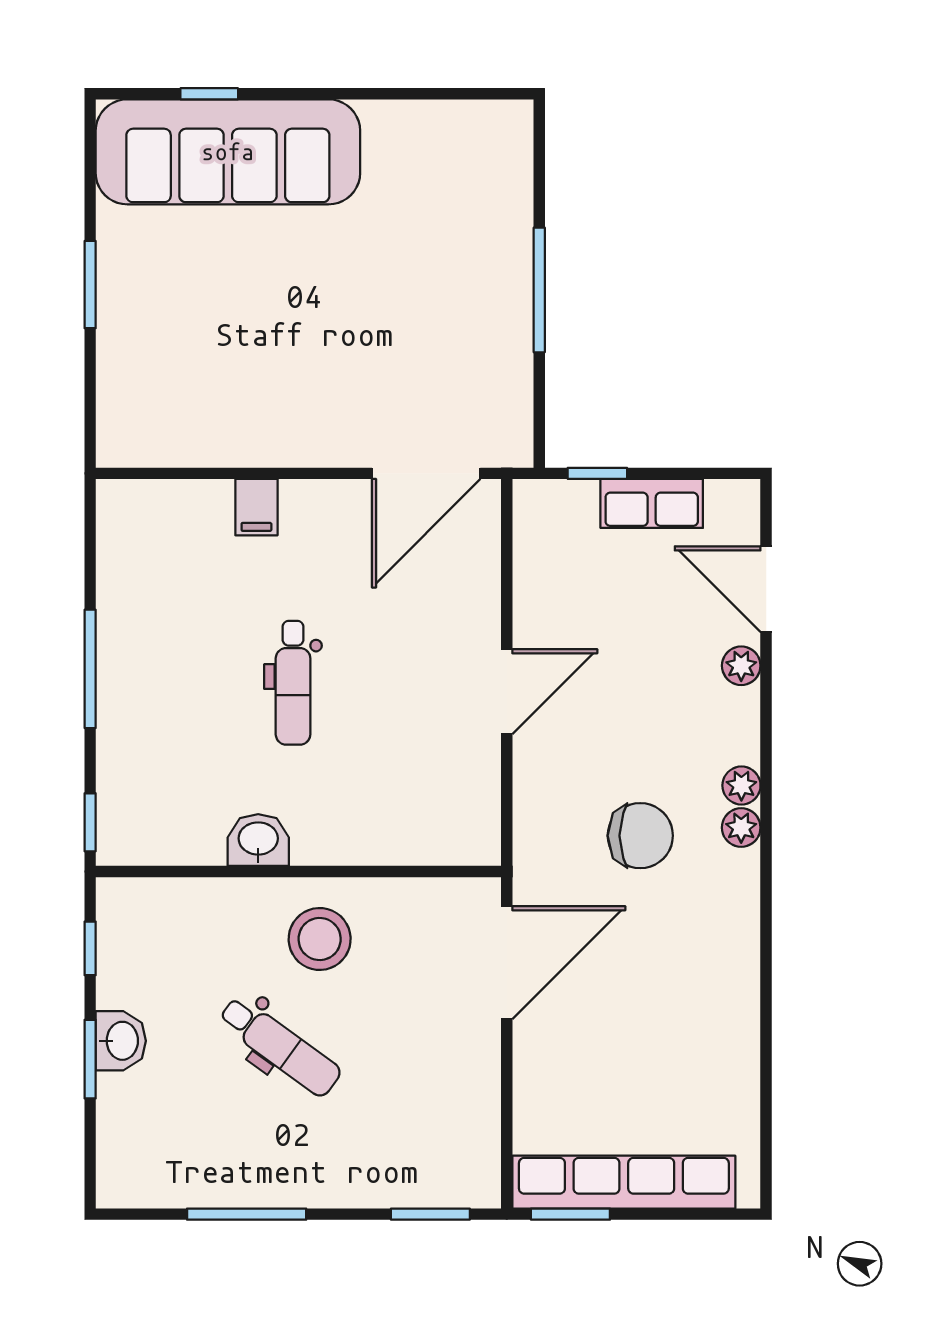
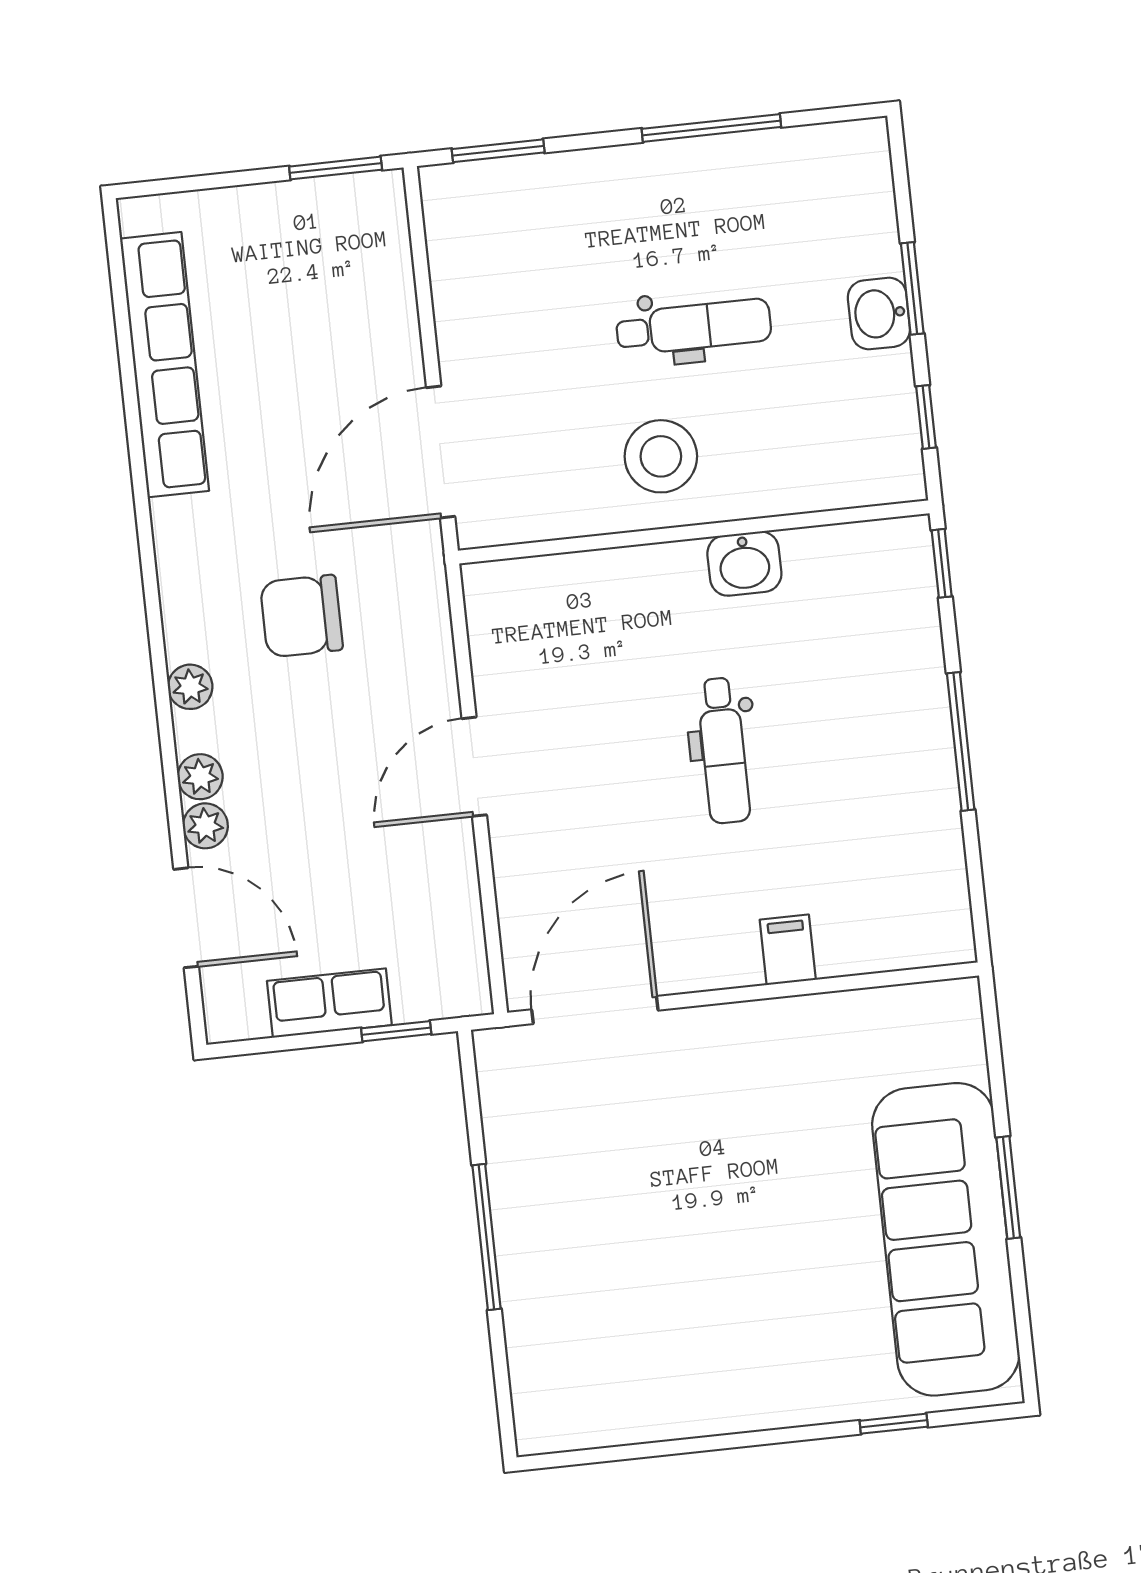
sofa: (228, 152) -> (946, 1239), moved, turned -90
dental chair: (293, 683) -> (723, 750), turned 180
plant: (741, 828) -> (200, 777), moved
dental chair: (280, 1046) -> (694, 327), turned 144
row of seats: (624, 1182) -> (164, 365), moved, turned -90

